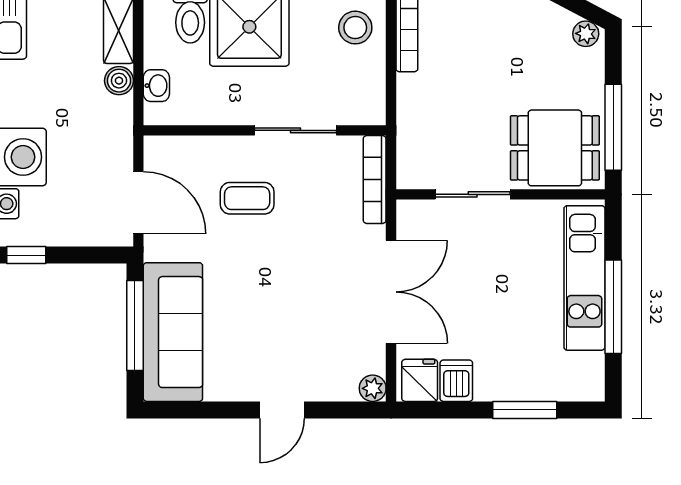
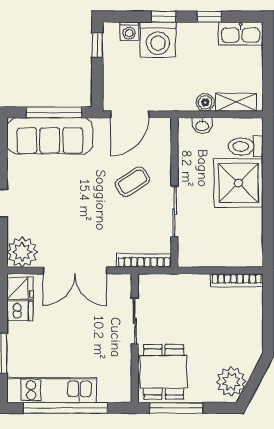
stool: (355, 28) -> (238, 248), removed
plant: (586, 34) -> (231, 382), width x1.88, depth x1.88
coffee table: (247, 198) -> (133, 182), turned 58
kitchen unit: (584, 278) -> (52, 390), moved
window: (613, 307) -> (65, 408), width x1.46
plant: (373, 388) -> (22, 252), width x1.88, depth x1.88

